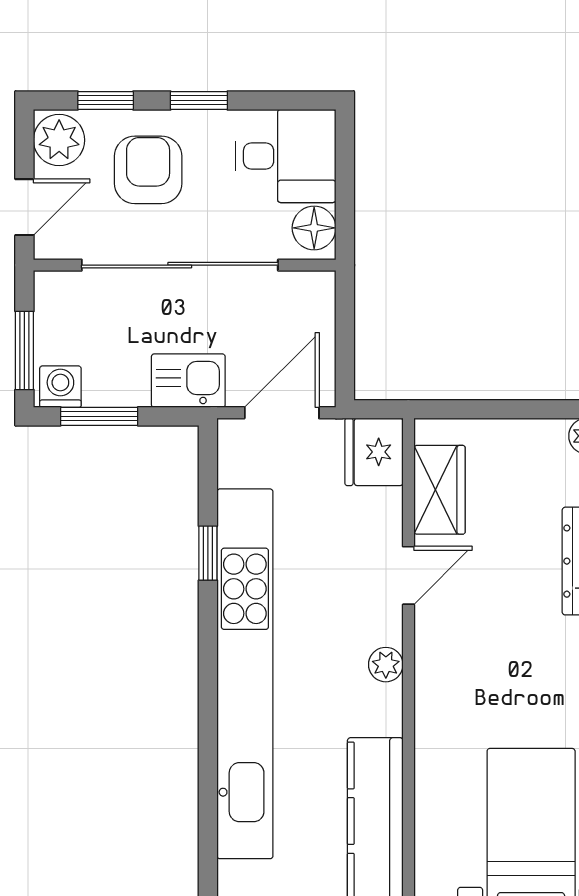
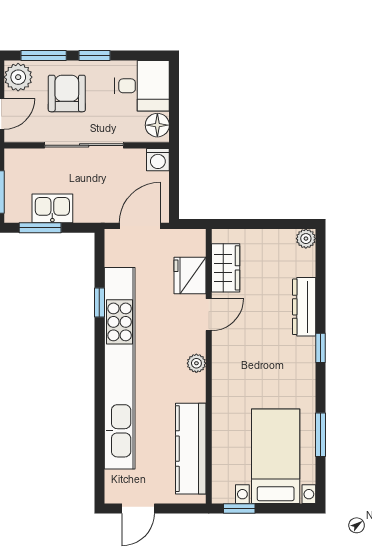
window: (106, 100) -> (44, 56), width x1.50
sliding door: (180, 265) -> (84, 145), width x0.73
kitchen sink: (188, 381) -> (52, 208), moved
washing machine: (60, 387) -> (158, 160), moved, turned 180
fridge: (374, 452) -> (190, 275), moved

